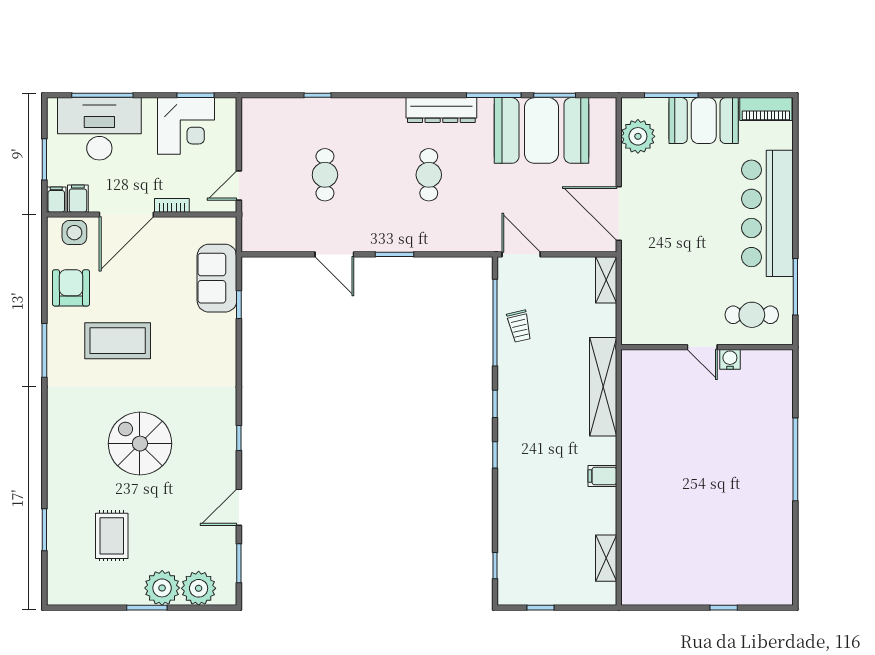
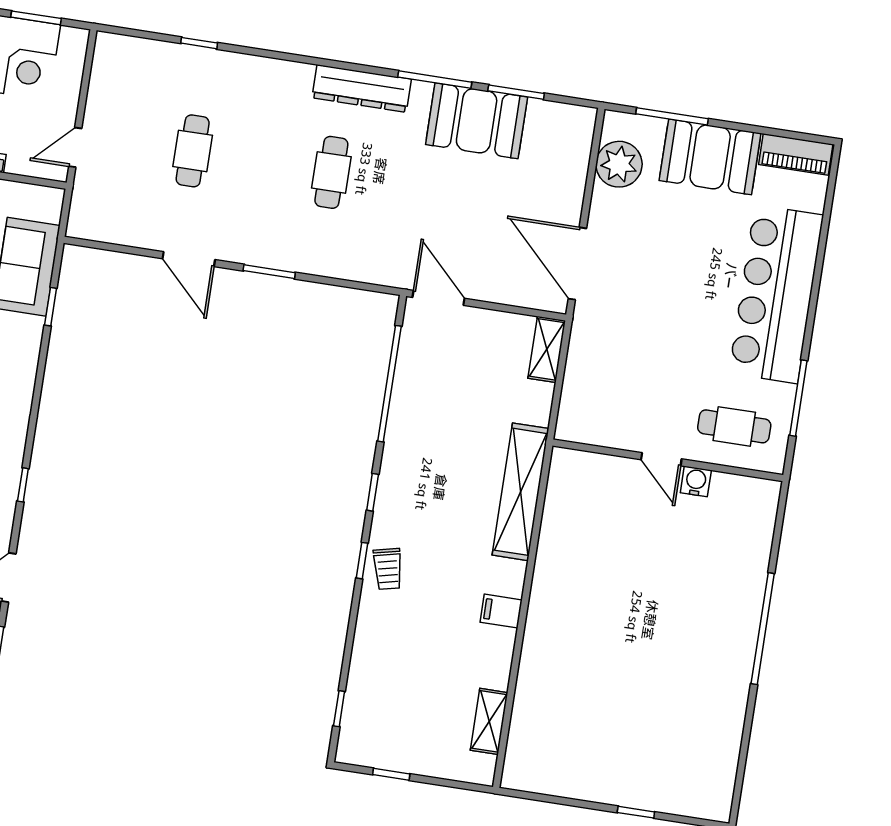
booth: (541, 130) -> (477, 121), width x0.73, depth x0.70
trolley: (519, 326) -> (388, 569), moved

